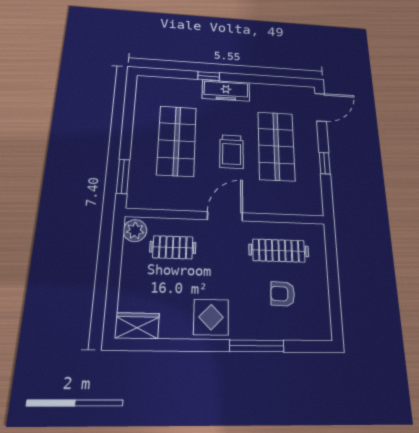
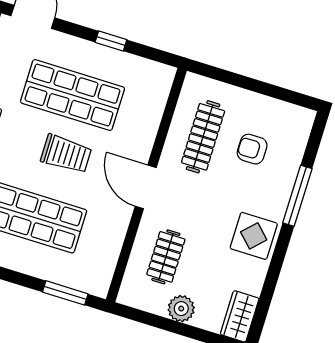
plant: (135, 231) -> (181, 309), moved
armchair: (283, 294) -> (252, 149), turned 88

